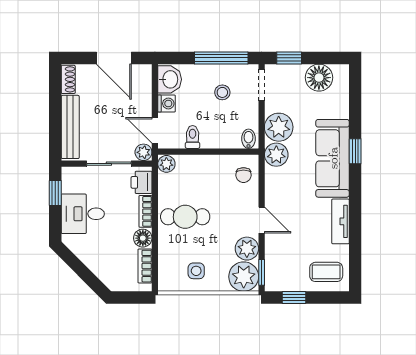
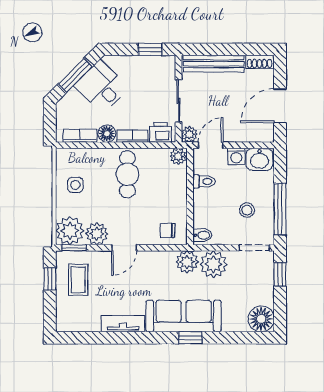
floor lamp: (319, 78) -> (261, 319), moved
desk: (83, 214) -> (101, 87), moved, turned -45
window: (82, 271) -> (75, 75), added
coffee table: (326, 272) -> (78, 280), moved

